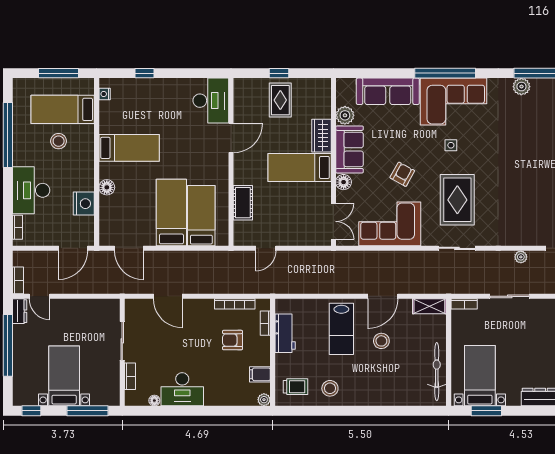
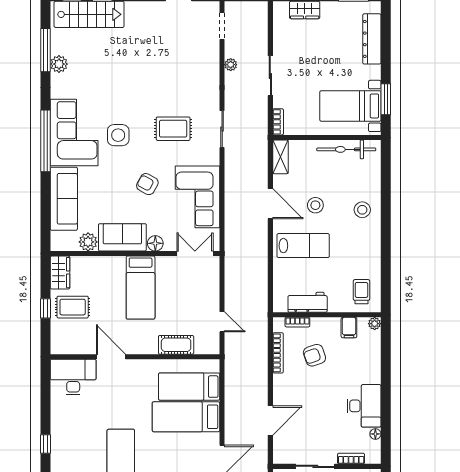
wardrobe: (321, 136) -> (60, 273), moved, turned -90
side table: (451, 145) -> (118, 135), width x1.87, depth x1.87
rug: (457, 200) -> (173, 129), width x0.73, depth x0.70
armchair: (232, 340) -> (314, 355), turned 71
stool: (330, 388) -> (362, 210), moved

